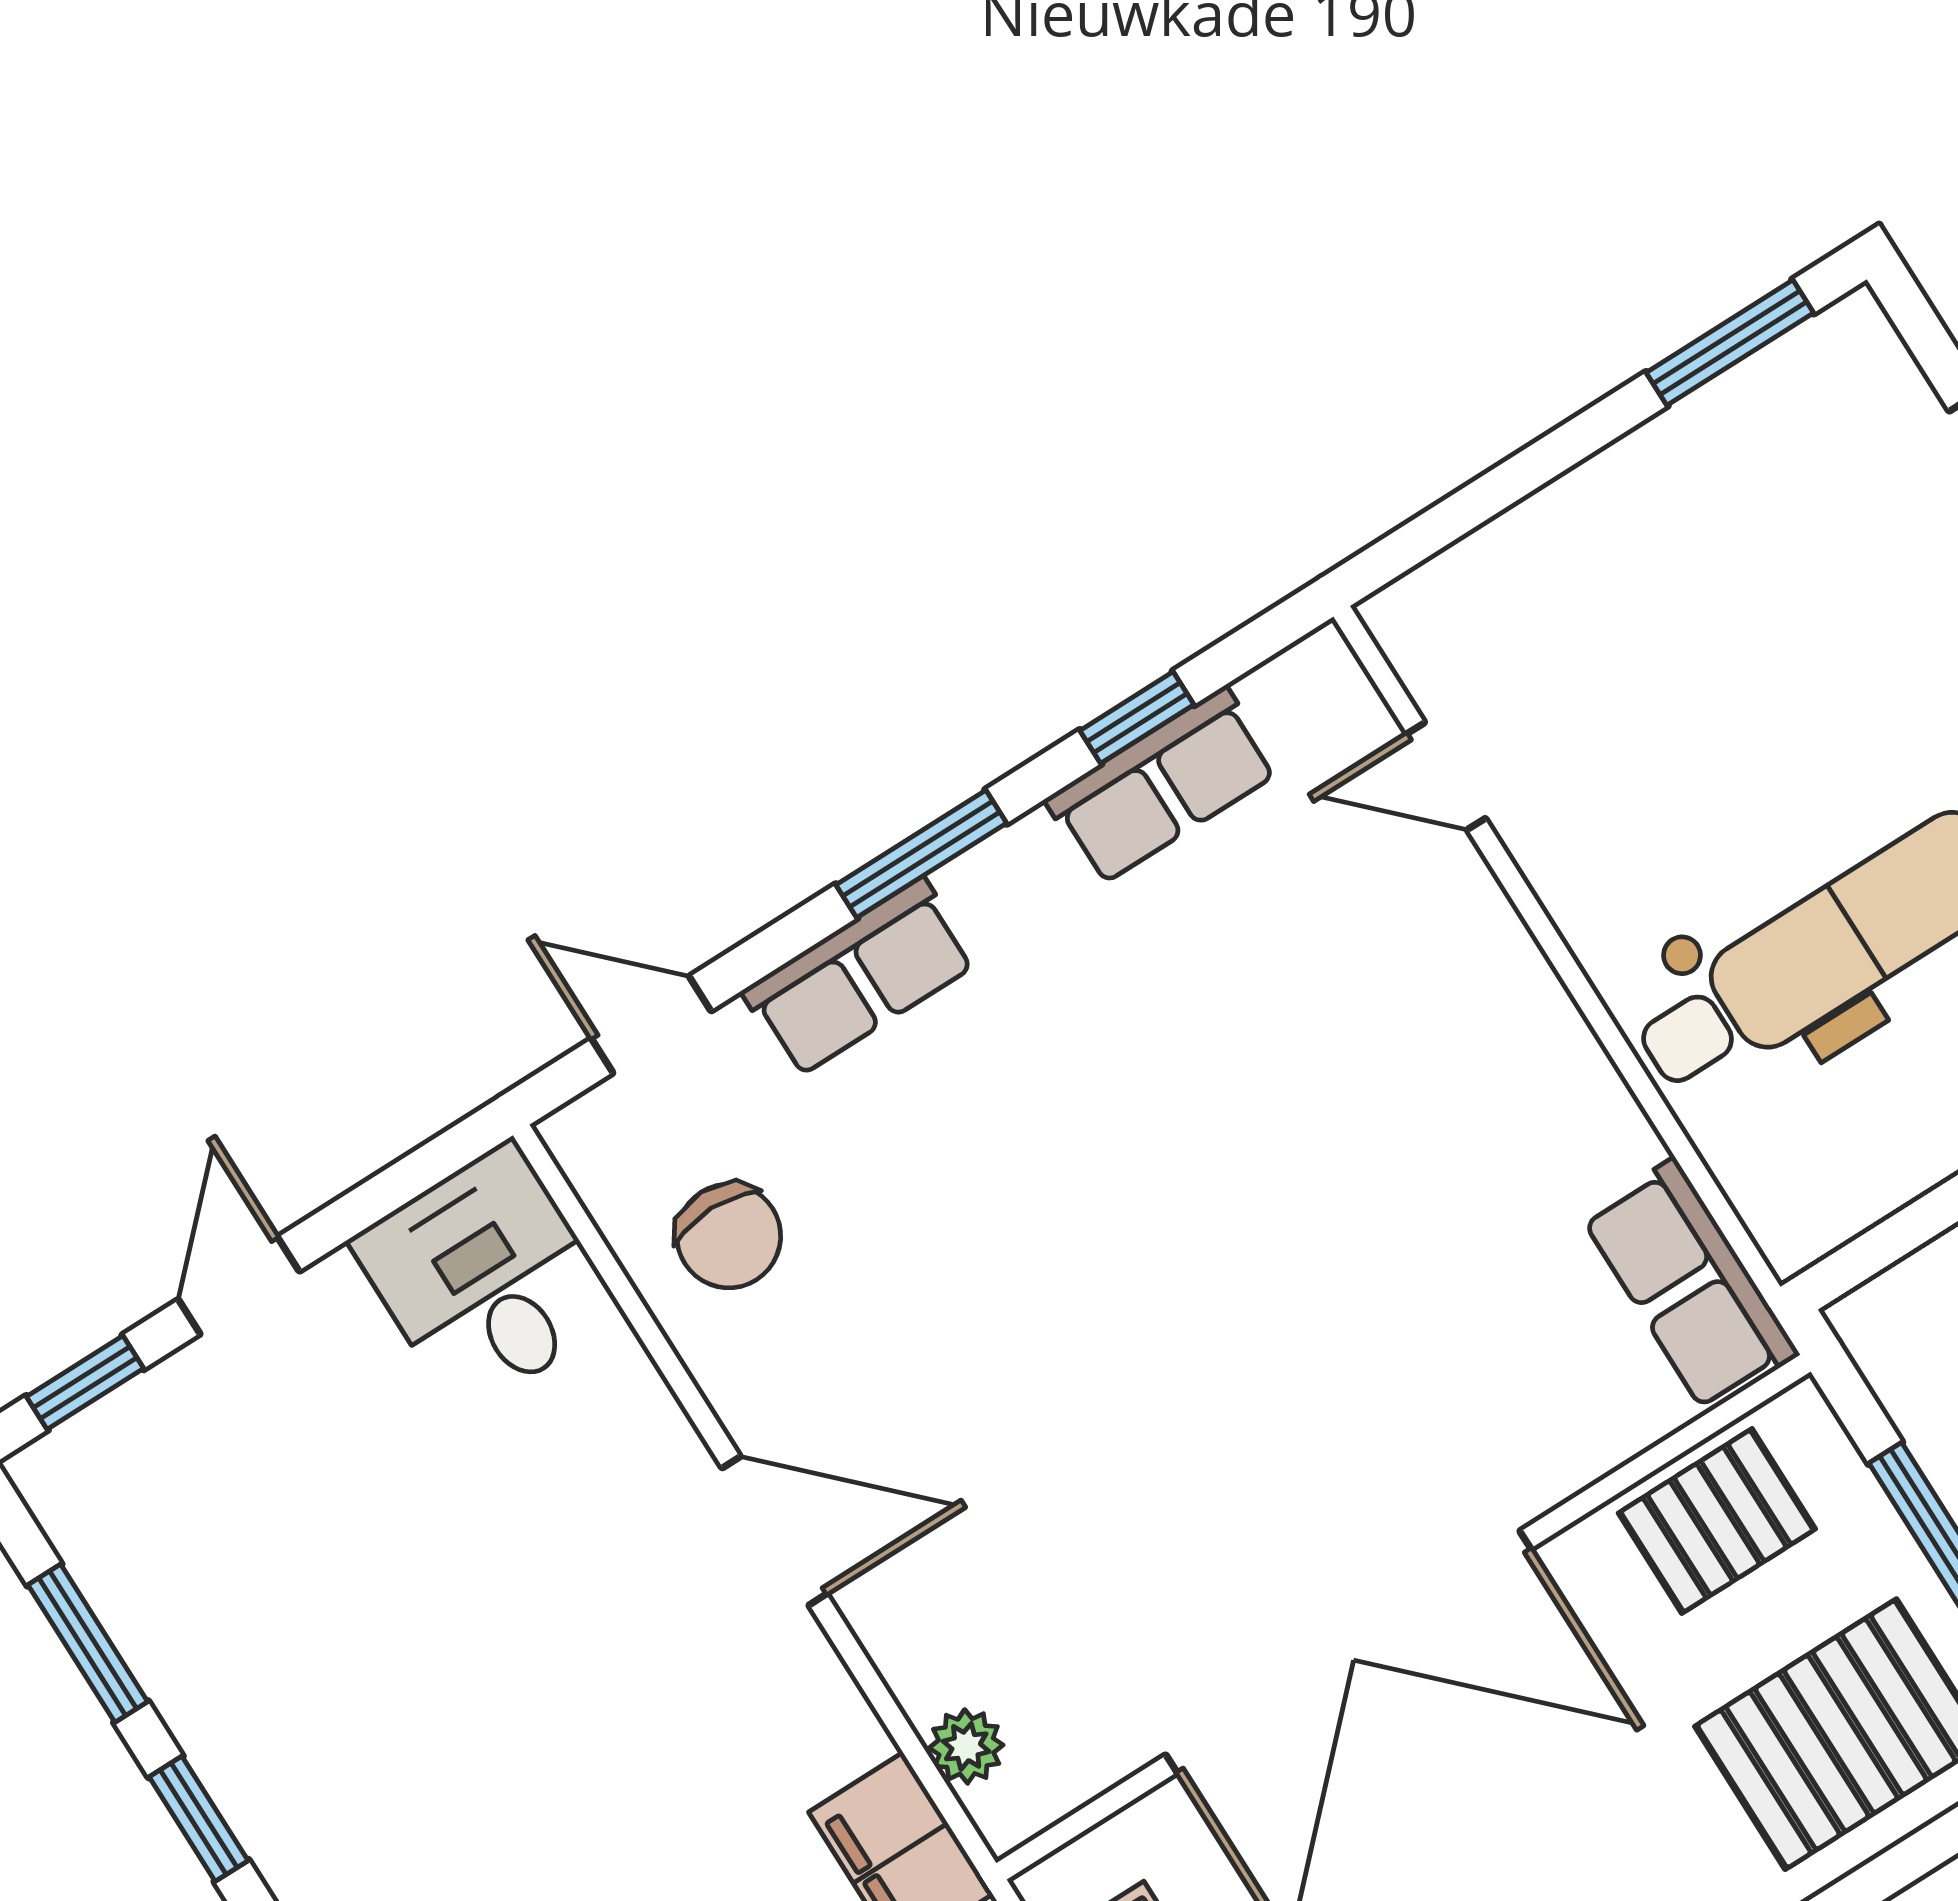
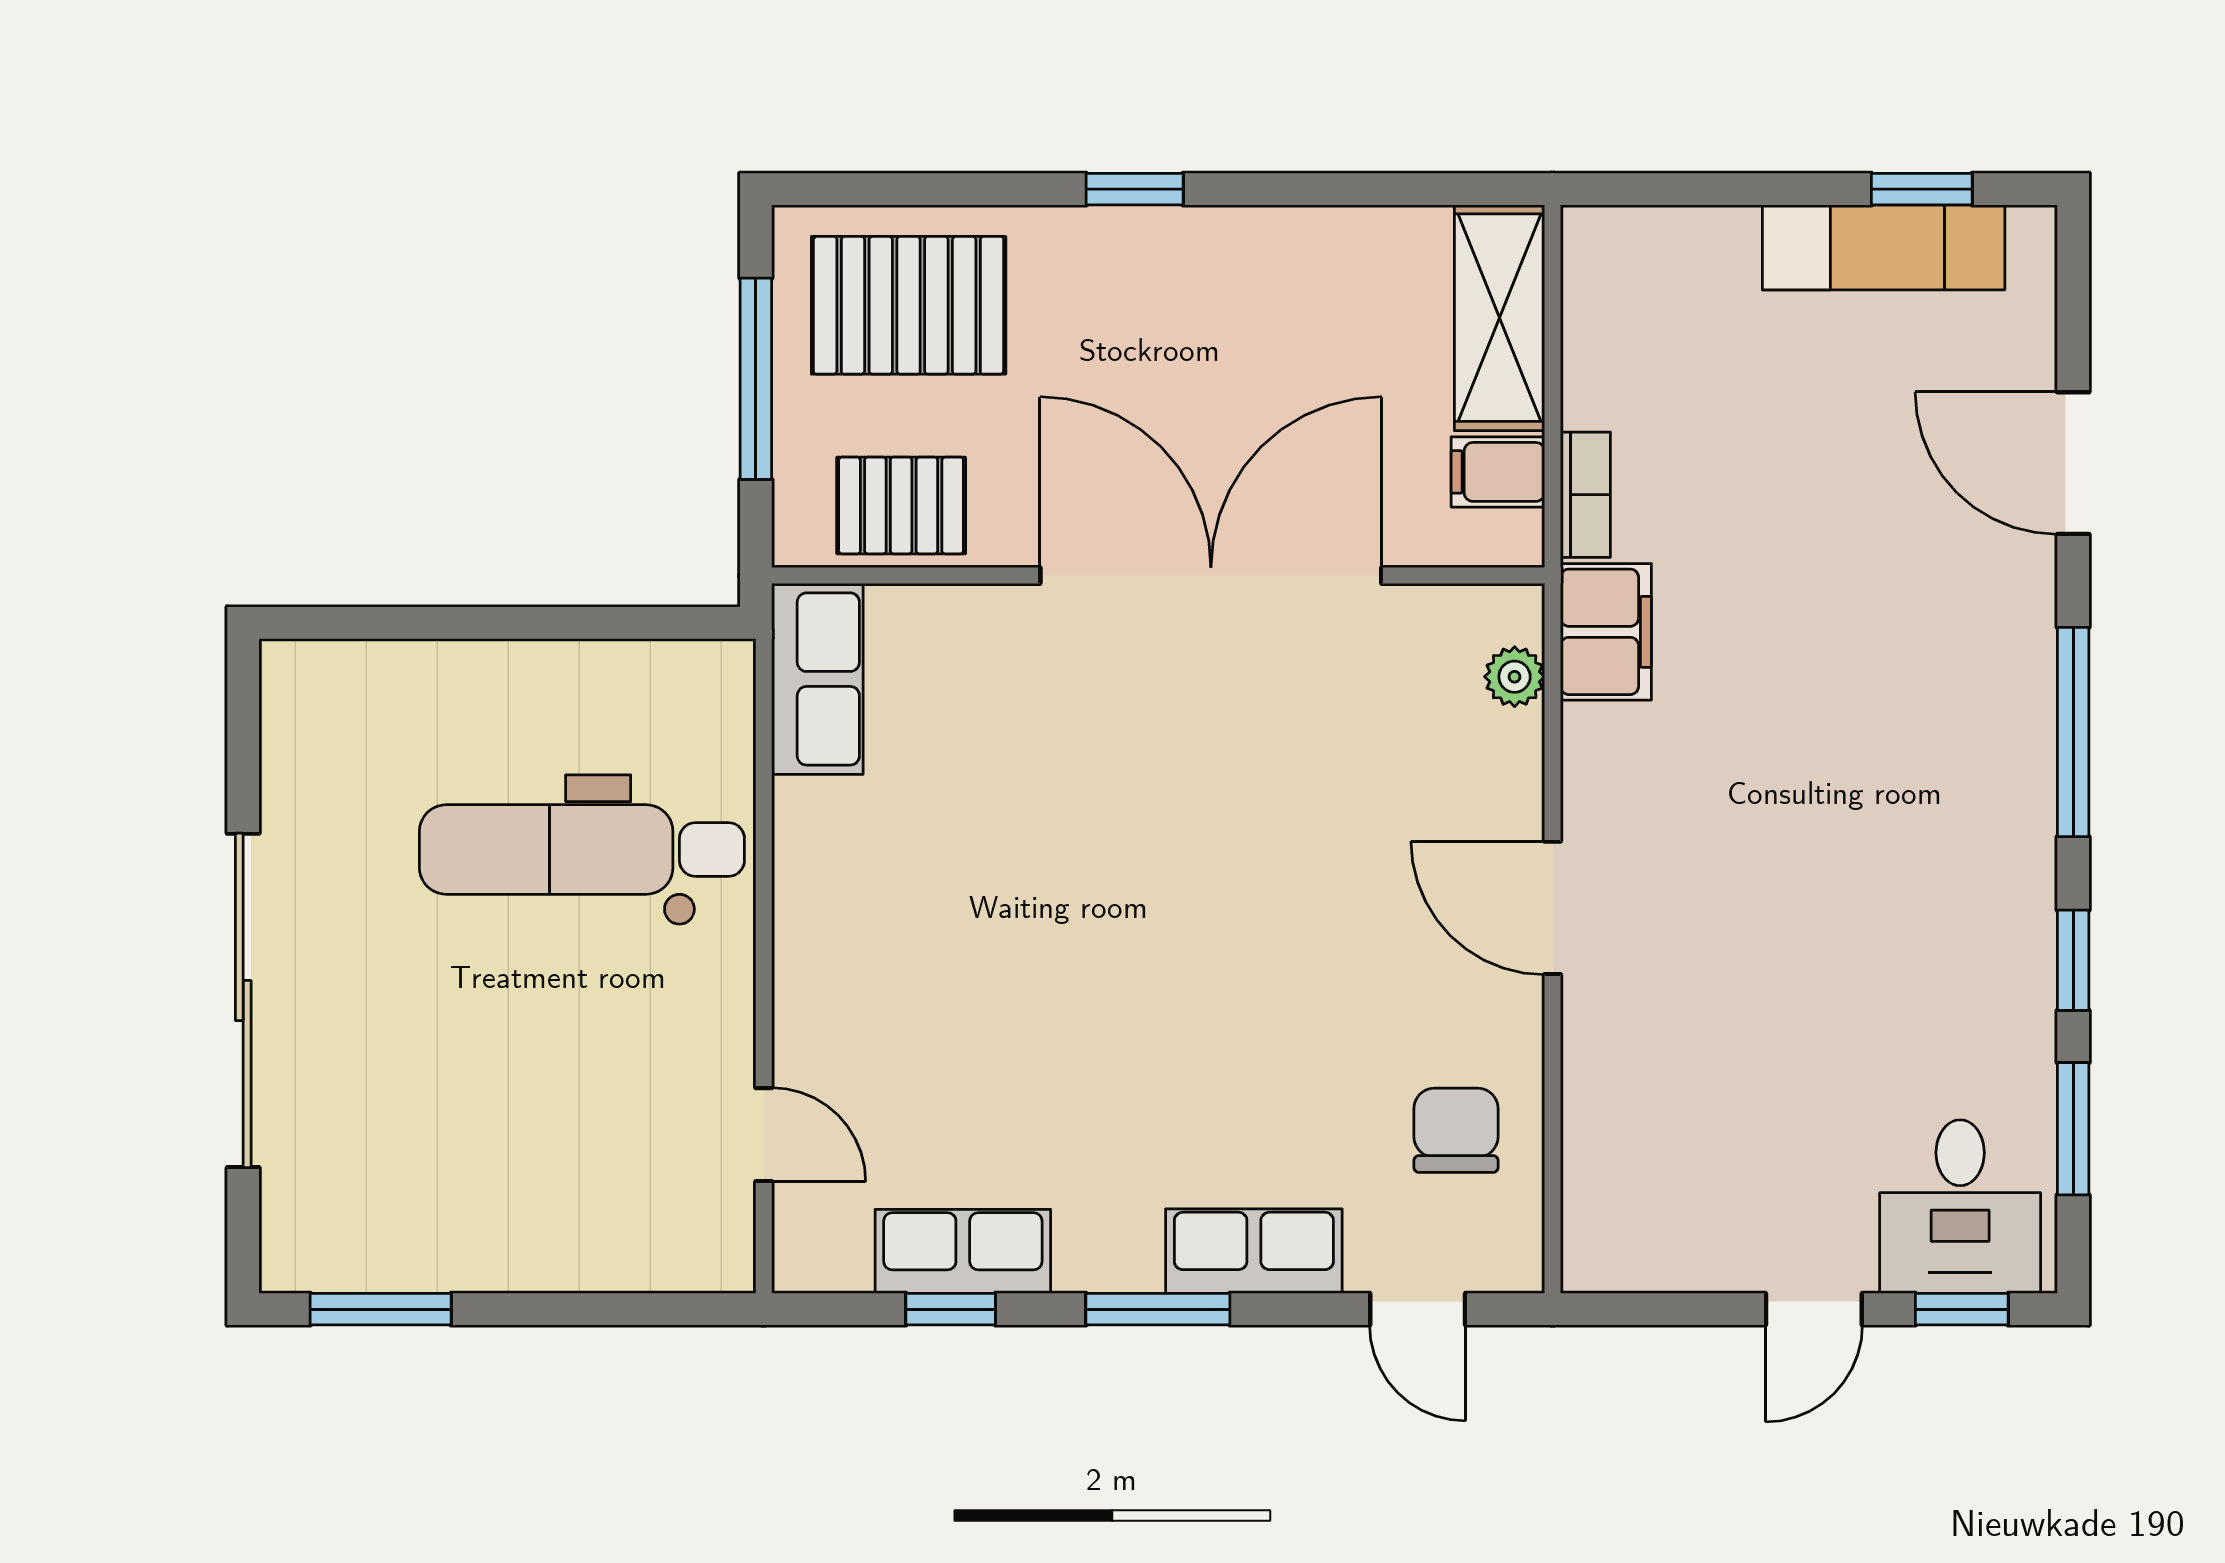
desk: (486, 1278) -> (1960, 1207), moved

